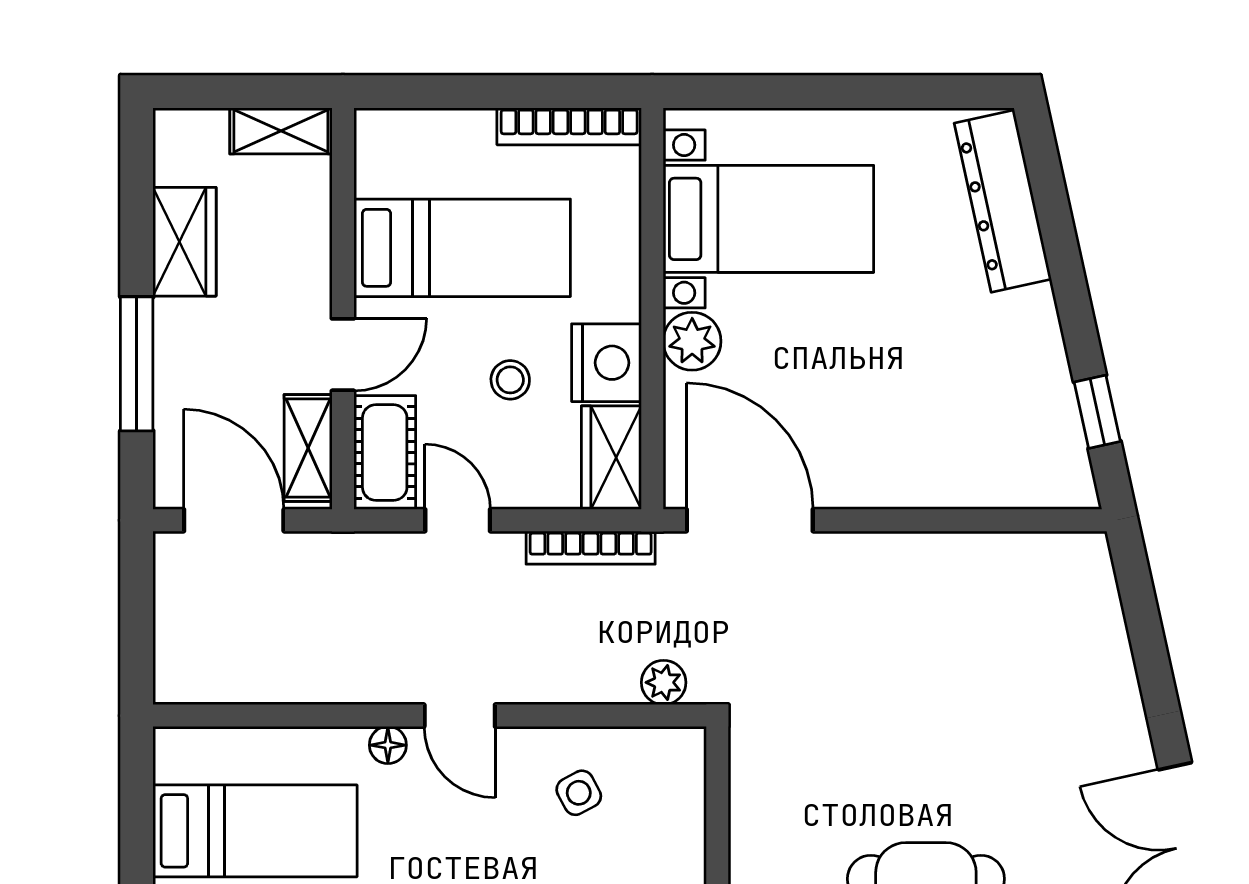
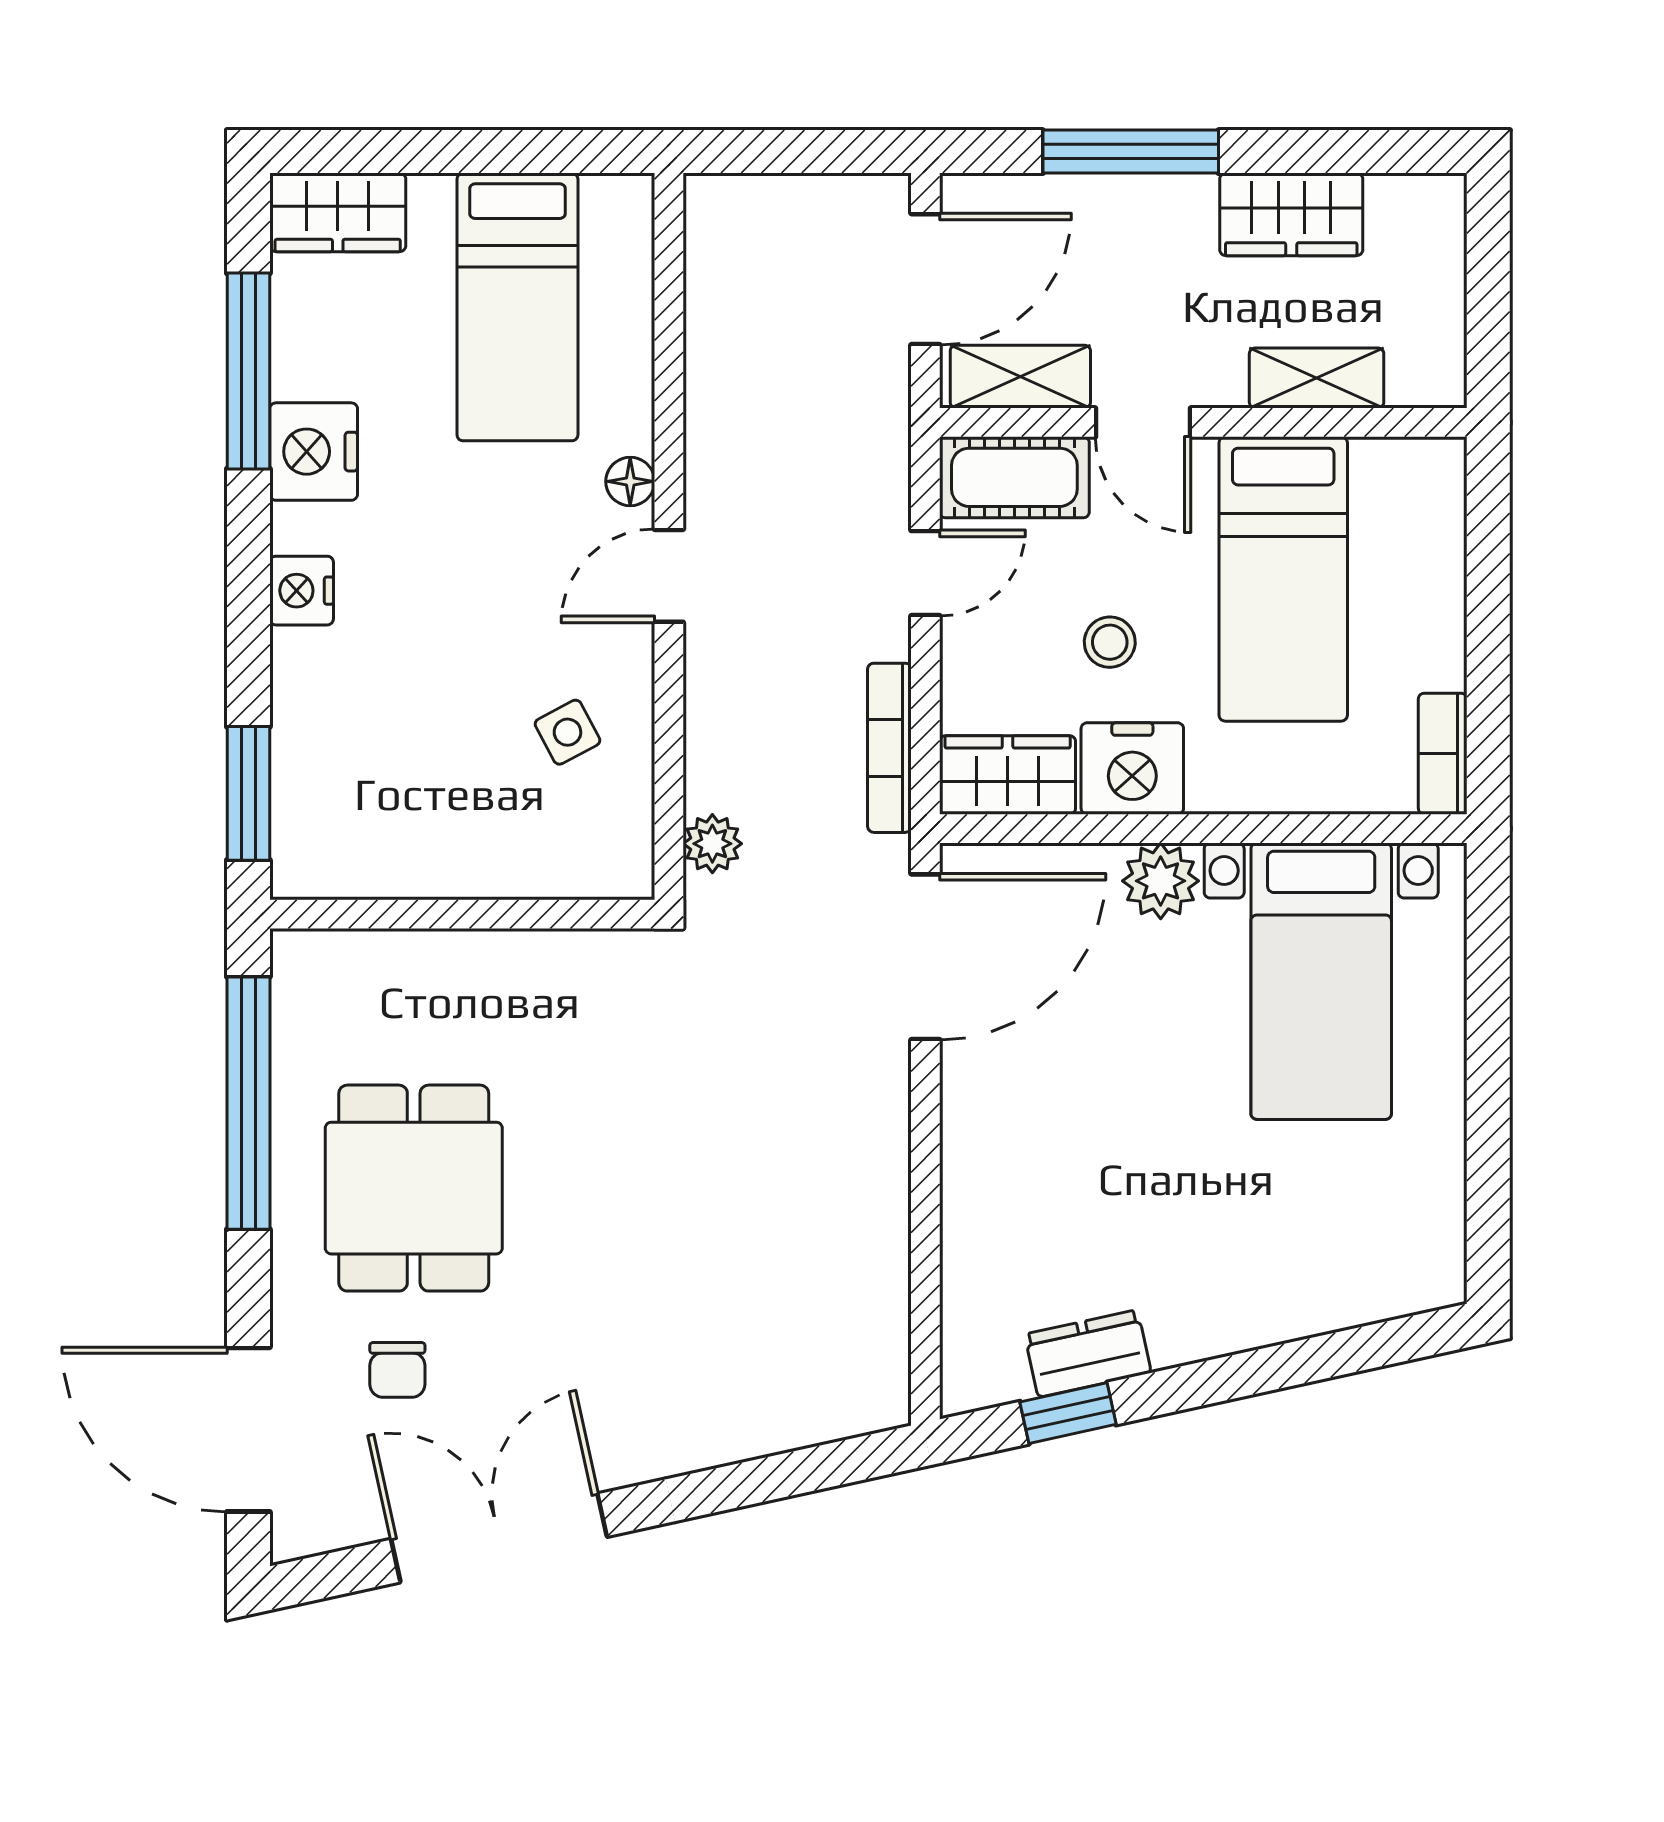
bookcase: (569, 126) -> (1443, 754), width x0.64
shelving: (281, 131) -> (1317, 378), moved, turned 90
dresser: (1003, 201) -> (1088, 1354), moved, width x0.51, depth x0.80

